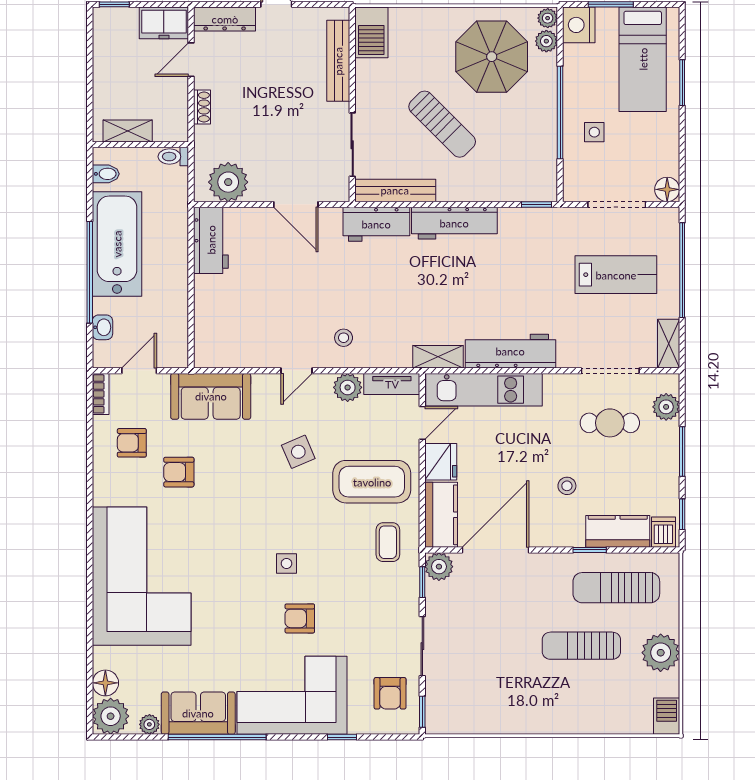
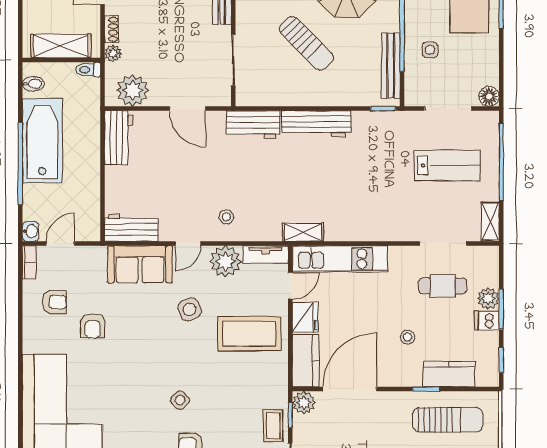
shelving: (128, 131) -> (61, 46), width x1.50, depth x1.33
plant: (204, 136) -> (113, 53), added
bench: (395, 190) -> (391, 66), moved, turned 90
washbasin: (102, 327) -> (31, 231), moved
workbench: (510, 351) -> (131, 228), moved, width x0.73
plant: (348, 387) -> (225, 261), width x1.36, depth x1.36
sofa: (211, 396) -> (140, 264), moved
plant: (666, 407) -> (488, 298), moved
armchair: (132, 443) -> (54, 302), turned 180
armchair: (179, 472) -> (93, 326), turned -90
dishwasher: (663, 532) -> (487, 321), moved, turned -90
coffee table: (388, 542) -> (273, 426), moved
side table: (287, 563) -> (180, 400), turned 45
sun lounger: (616, 588) -> (448, 420), turned 180

